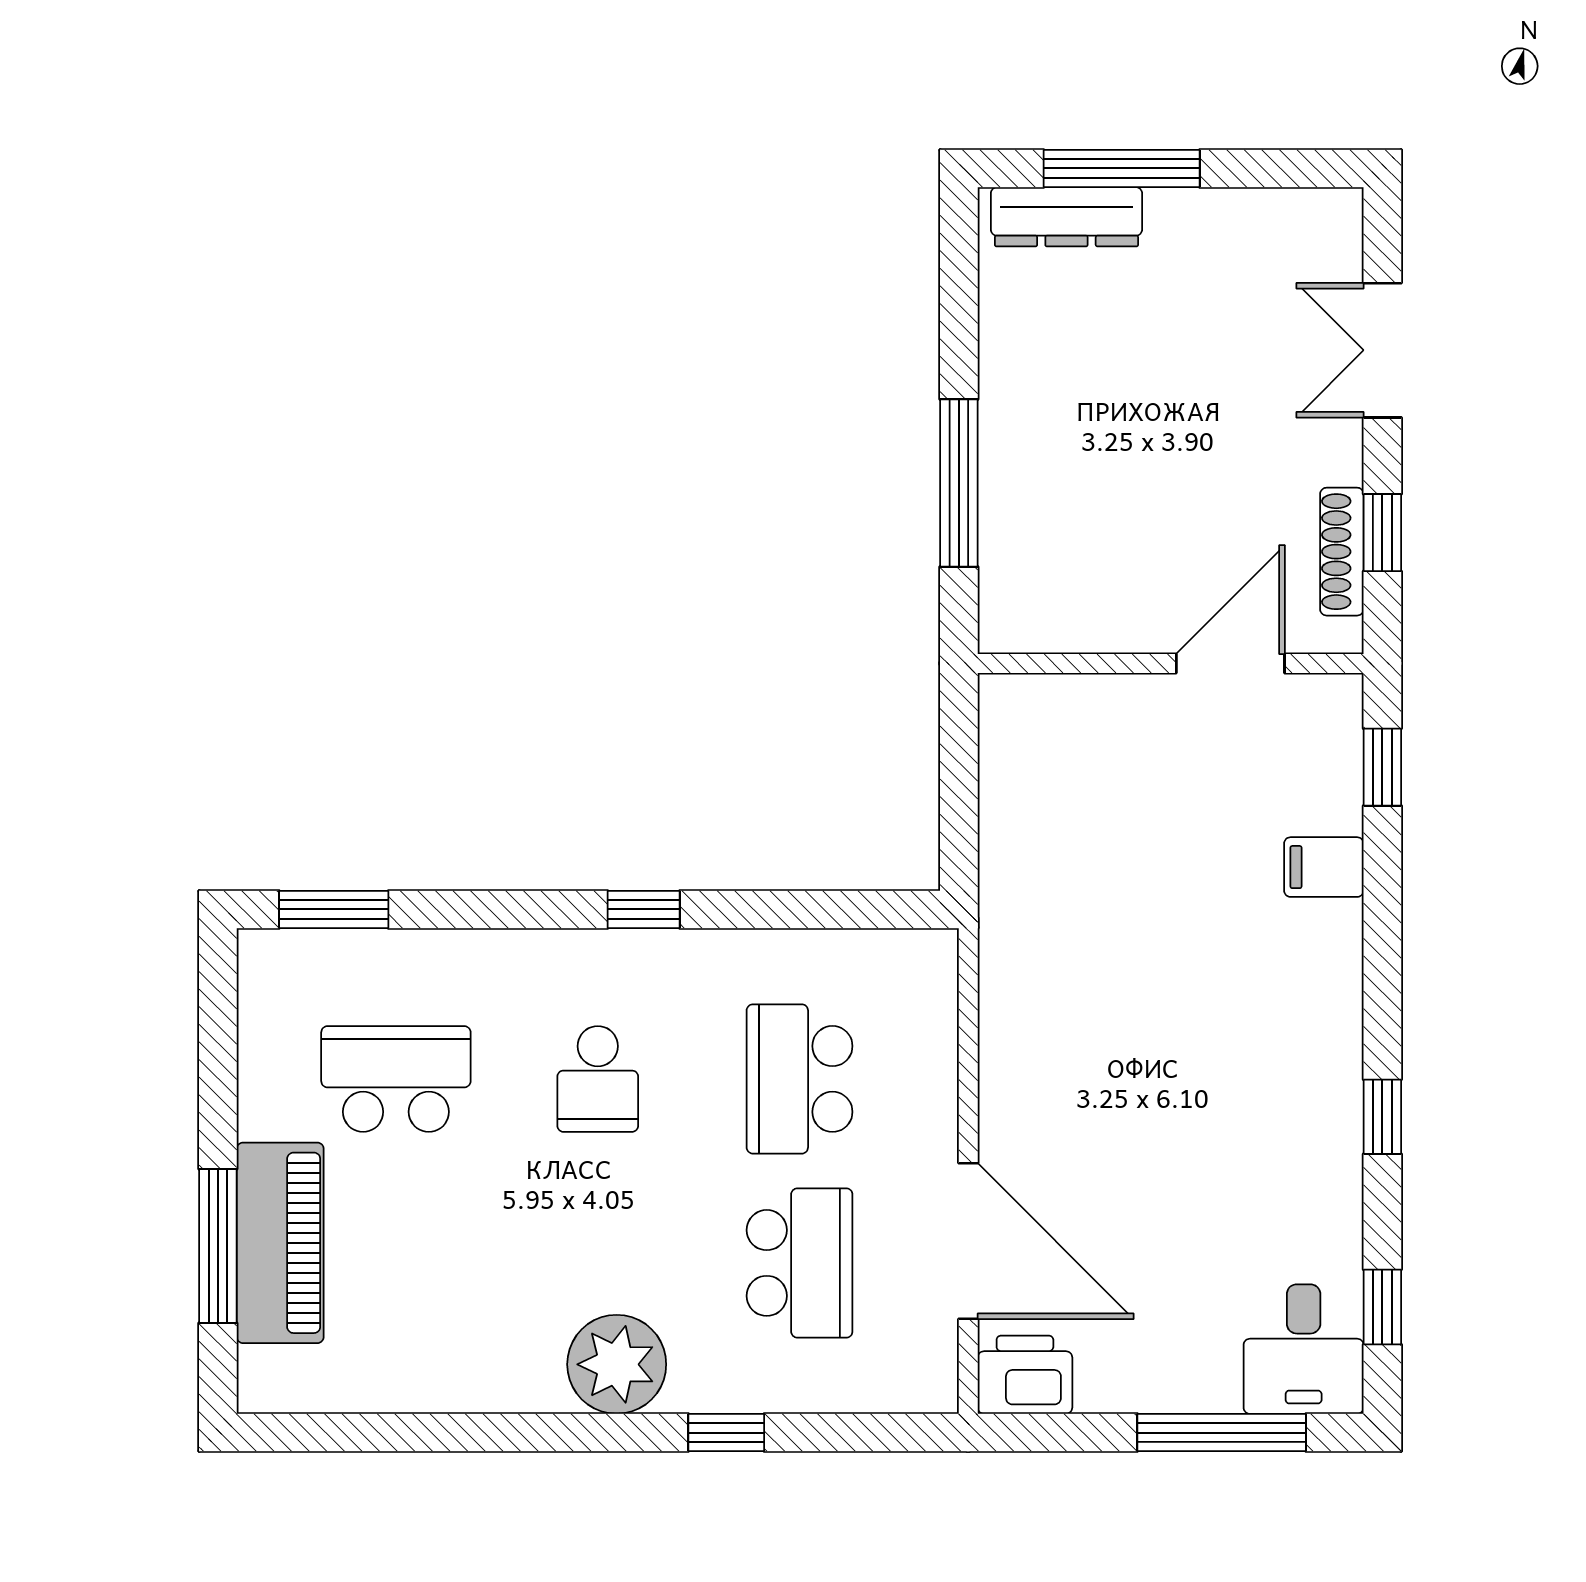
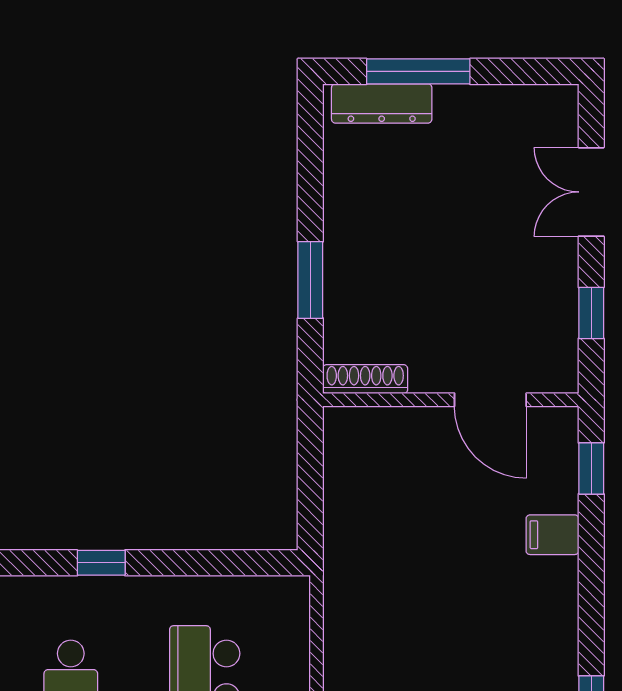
window: (959, 483) -> (310, 280), width x0.69
shoe rack: (1342, 552) -> (365, 379), moved, turned 90
door: (1230, 663) -> (490, 400), swing flipped

